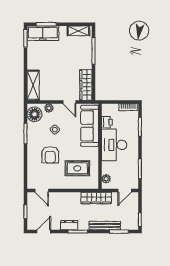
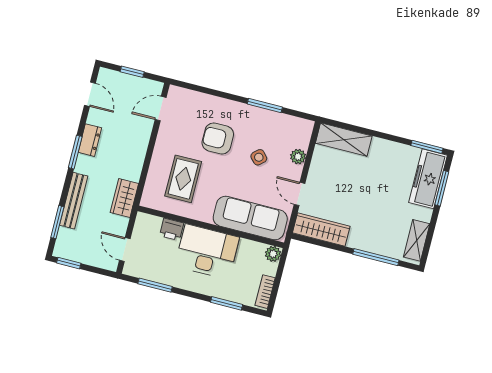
door: (69, 102) -> (299, 194), hinge flipped
floor lamp: (34, 114) -> (294, 129), removed
printer: (107, 122) -> (172, 229), moved
plant: (106, 179) -> (273, 254), moved
wardrobe: (96, 198) -> (124, 198), width x0.67

